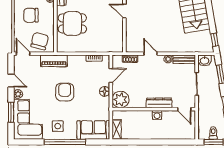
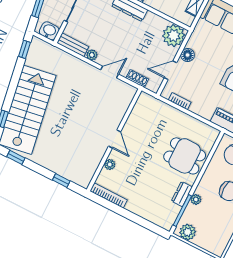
door: (150, 54) -> (110, 72), swing flipped

